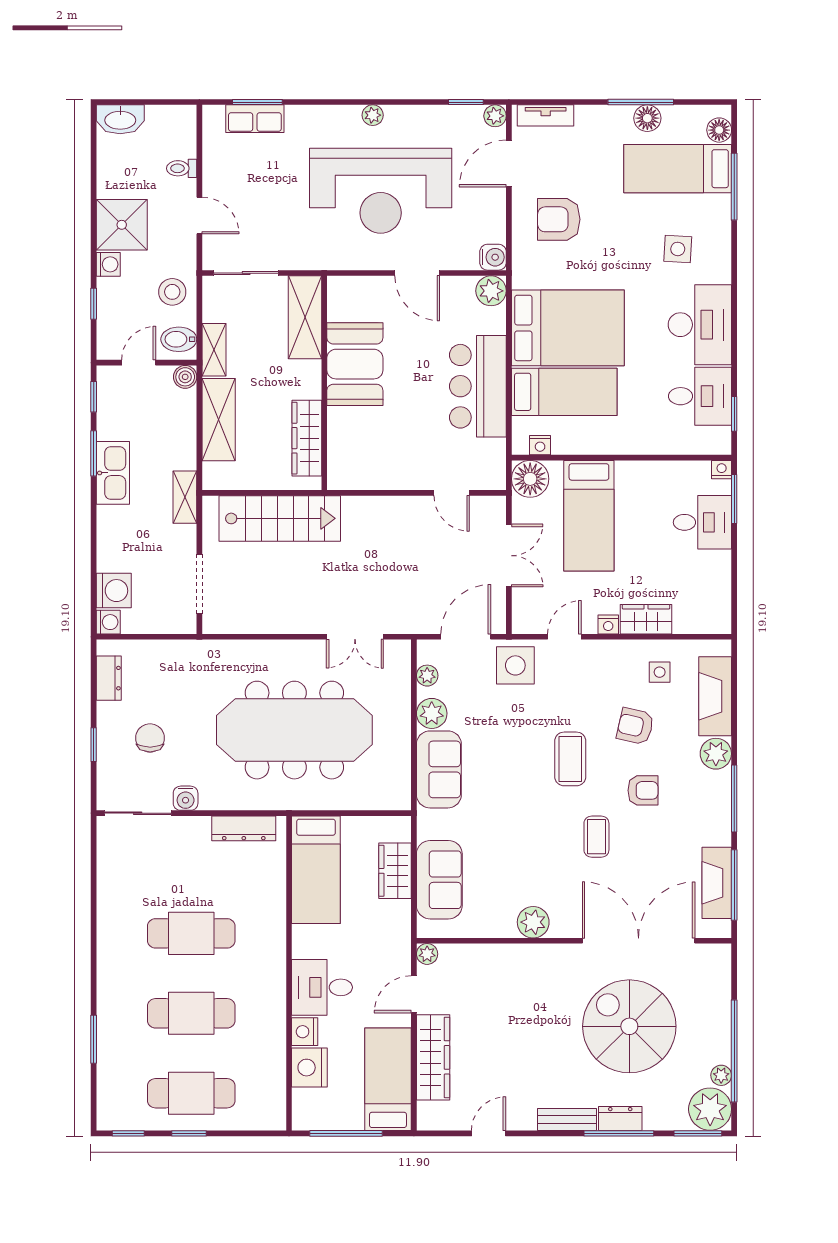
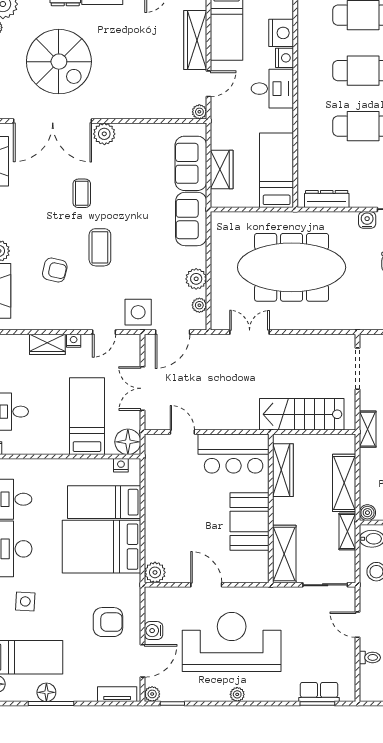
water cooler: (493, 257) -> (154, 631), moved
bar counter: (478, 386) -> (234, 454), moved, turned 90
side table: (660, 672) -> (38, 308), removed
sofa: (439, 769) -> (191, 219), moved
armchair: (643, 790) -> (49, 225), removed
plant: (533, 922) -> (104, 134), moved

